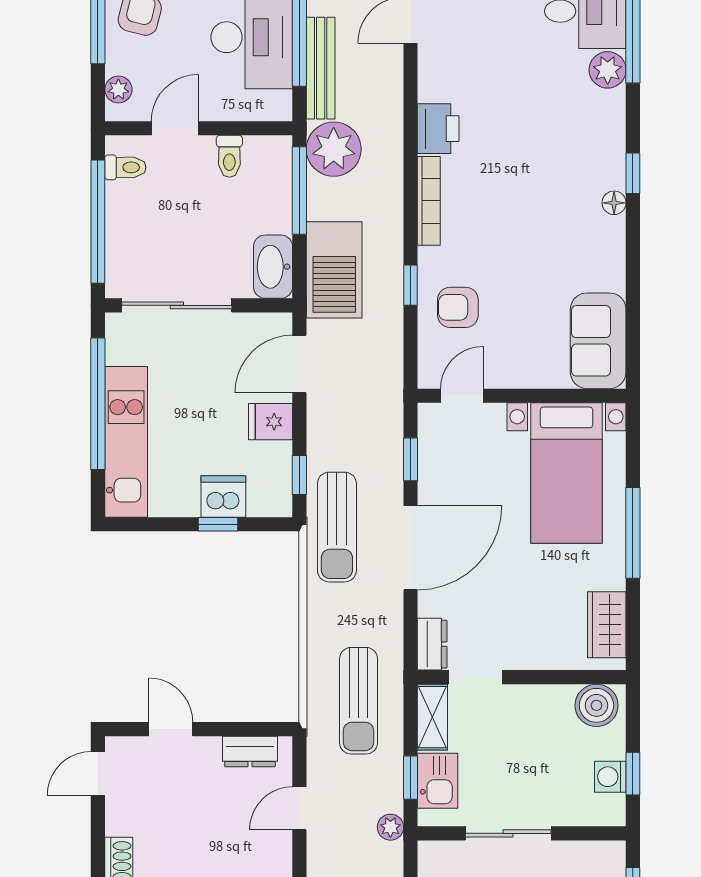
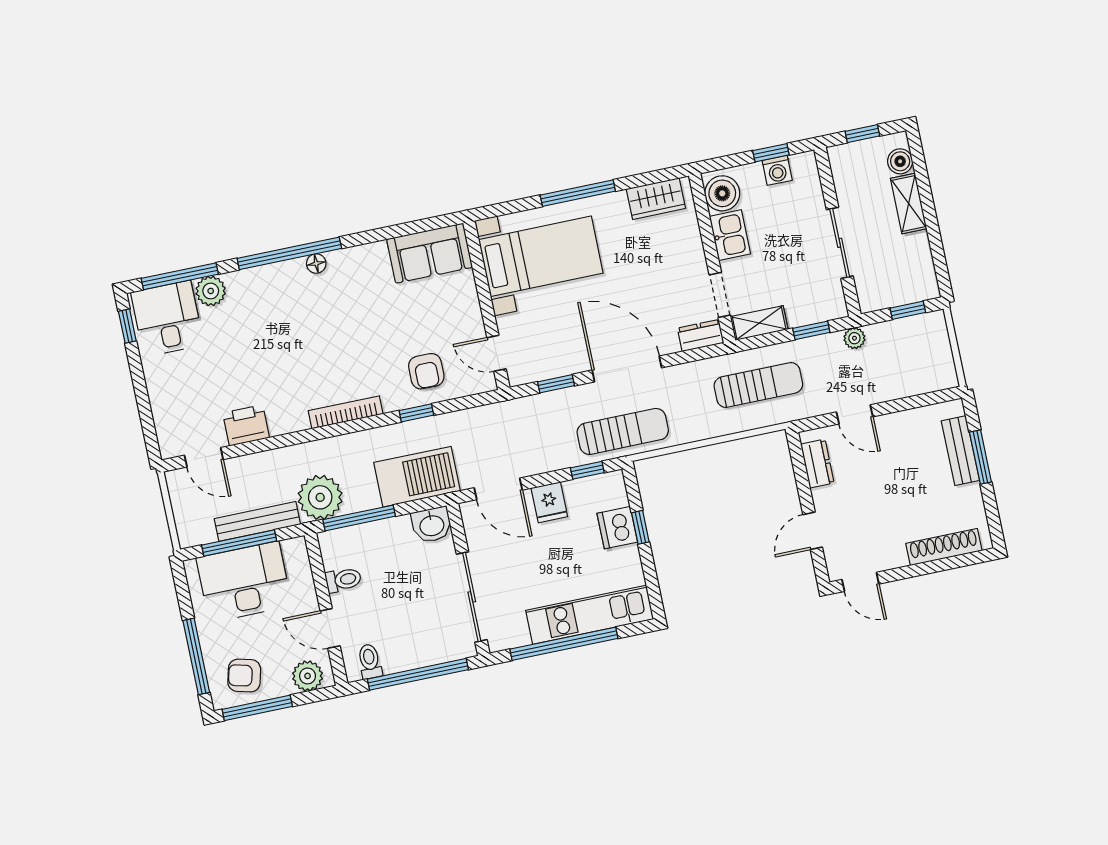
plant: (118, 89) -> (308, 676), width x1.38, depth x1.38
printer: (438, 129) -> (246, 425), moved
window: (633, 173) -> (289, 253), width x3.17
washbasin: (273, 267) -> (432, 525), width x0.72
kitchen sink: (438, 781) -> (730, 235), moved, turned 90

